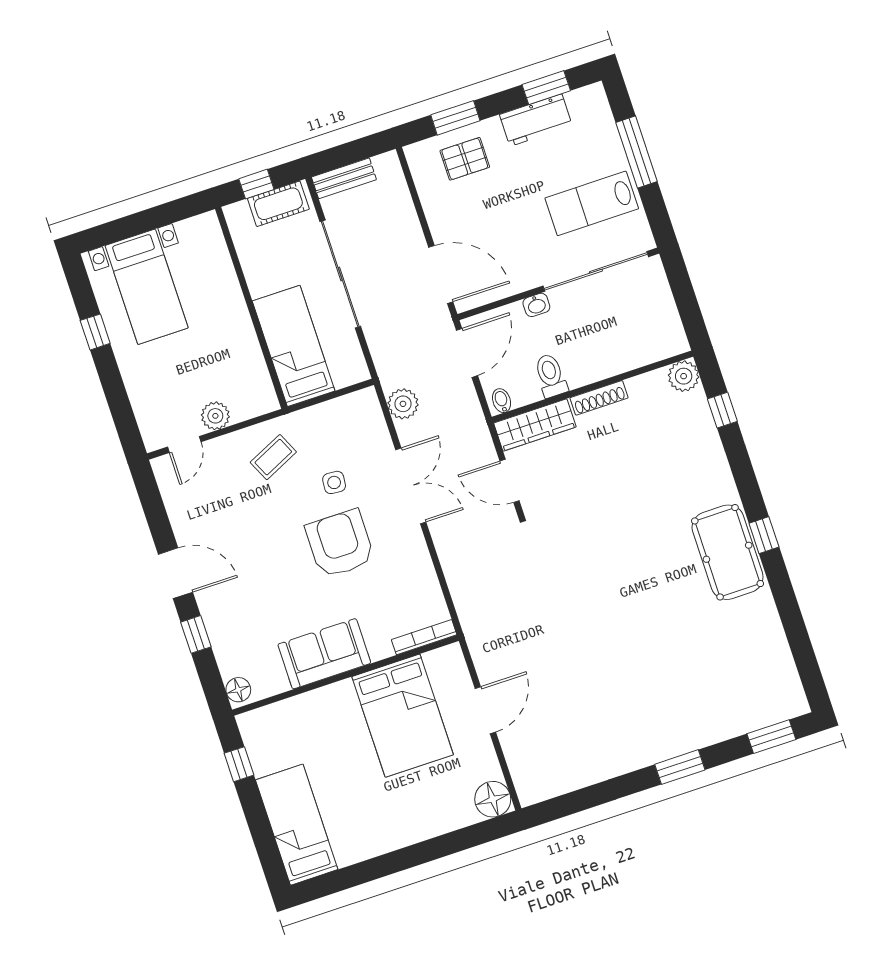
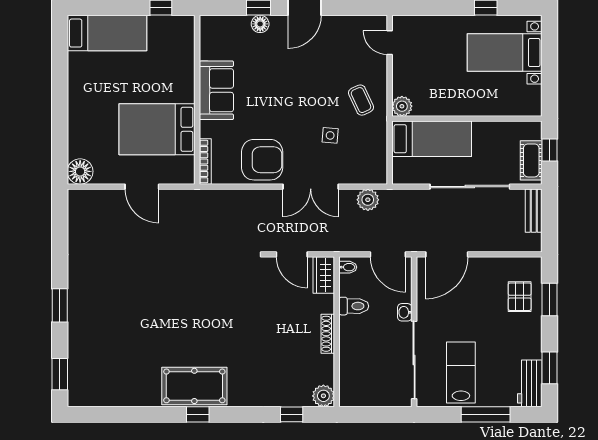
workbench: (536, 120) -> (530, 383), moved
plant: (215, 416) -> (402, 106), moved
wardrobe: (535, 425) -> (324, 275), width x0.67
door: (509, 481) -> (292, 254), swing flipped
armchair: (340, 544) -> (262, 160), moved
floor lamp: (238, 690) -> (260, 24), moved

